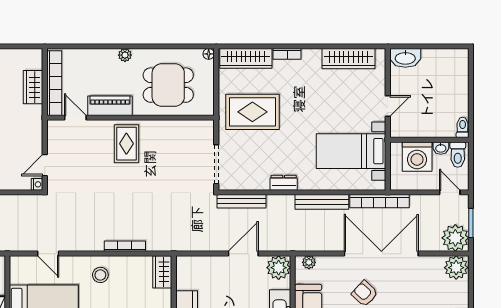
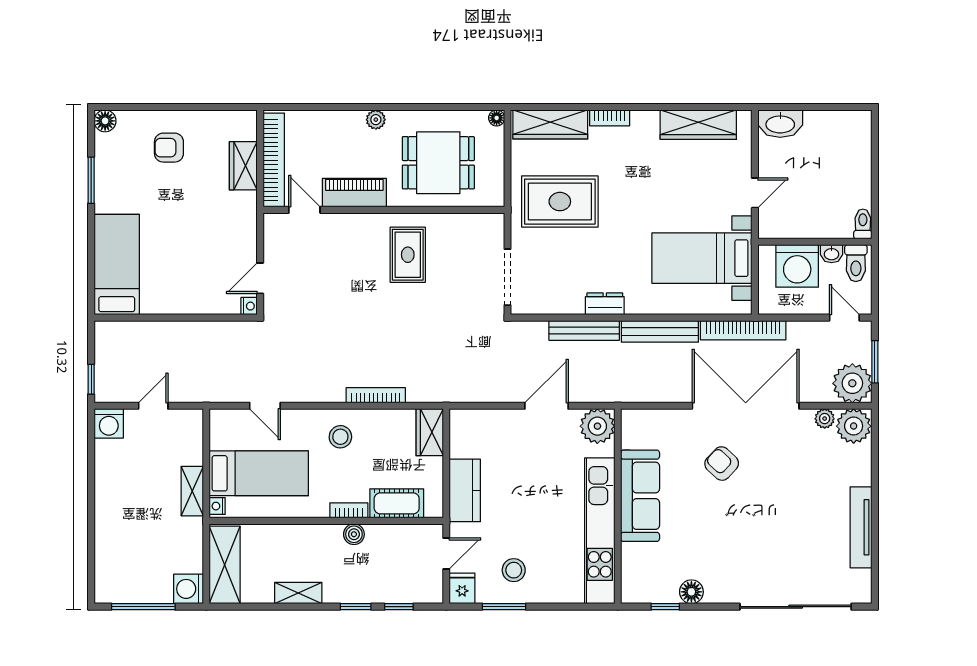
rug: (126, 144) -> (408, 255), moved
bench: (241, 201) -> (584, 330), moved
plant: (309, 262) -> (825, 419), moved

